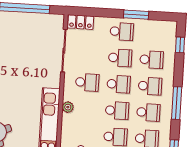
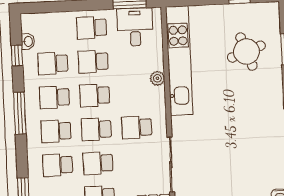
plant: (68, 107) -> (157, 78), moved

